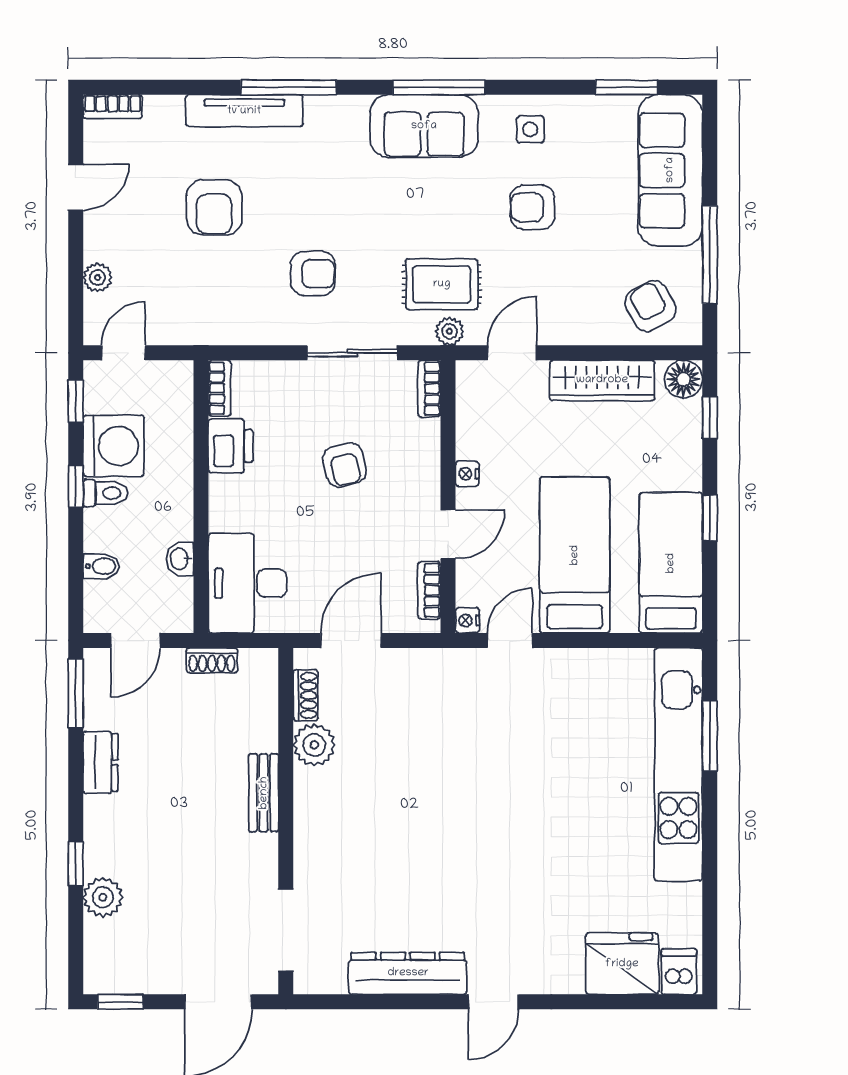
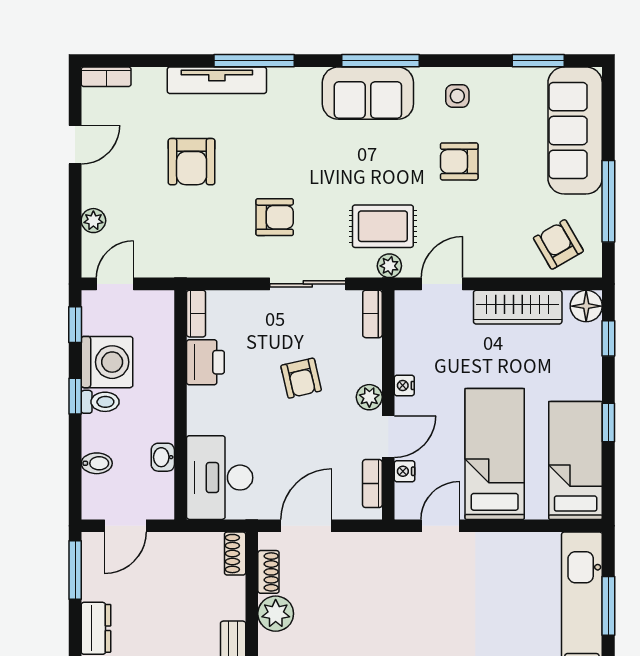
plant: (426, 488) -> (369, 397), added
nightstand: (467, 620) -> (404, 471), moved
shoe rack: (212, 660) -> (235, 554), moved, turned 90

